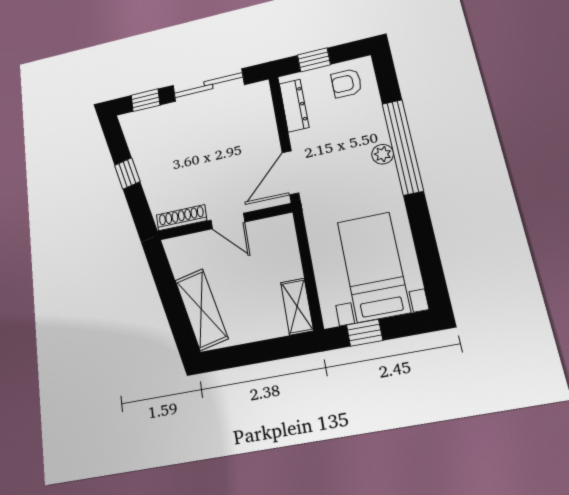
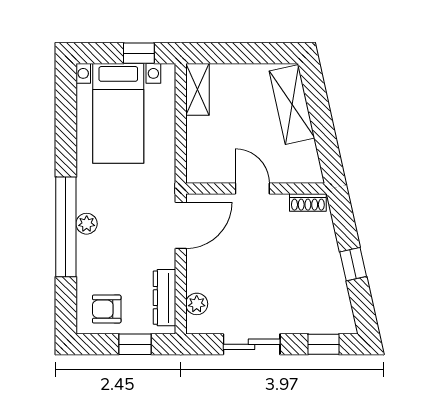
armchair: (346, 83) -> (107, 309), turned 180
sliding door: (208, 85) -> (252, 344), width x0.73
plant: (263, 107) -> (197, 304), added
shoe rack: (182, 218) -> (308, 202), width x0.70

